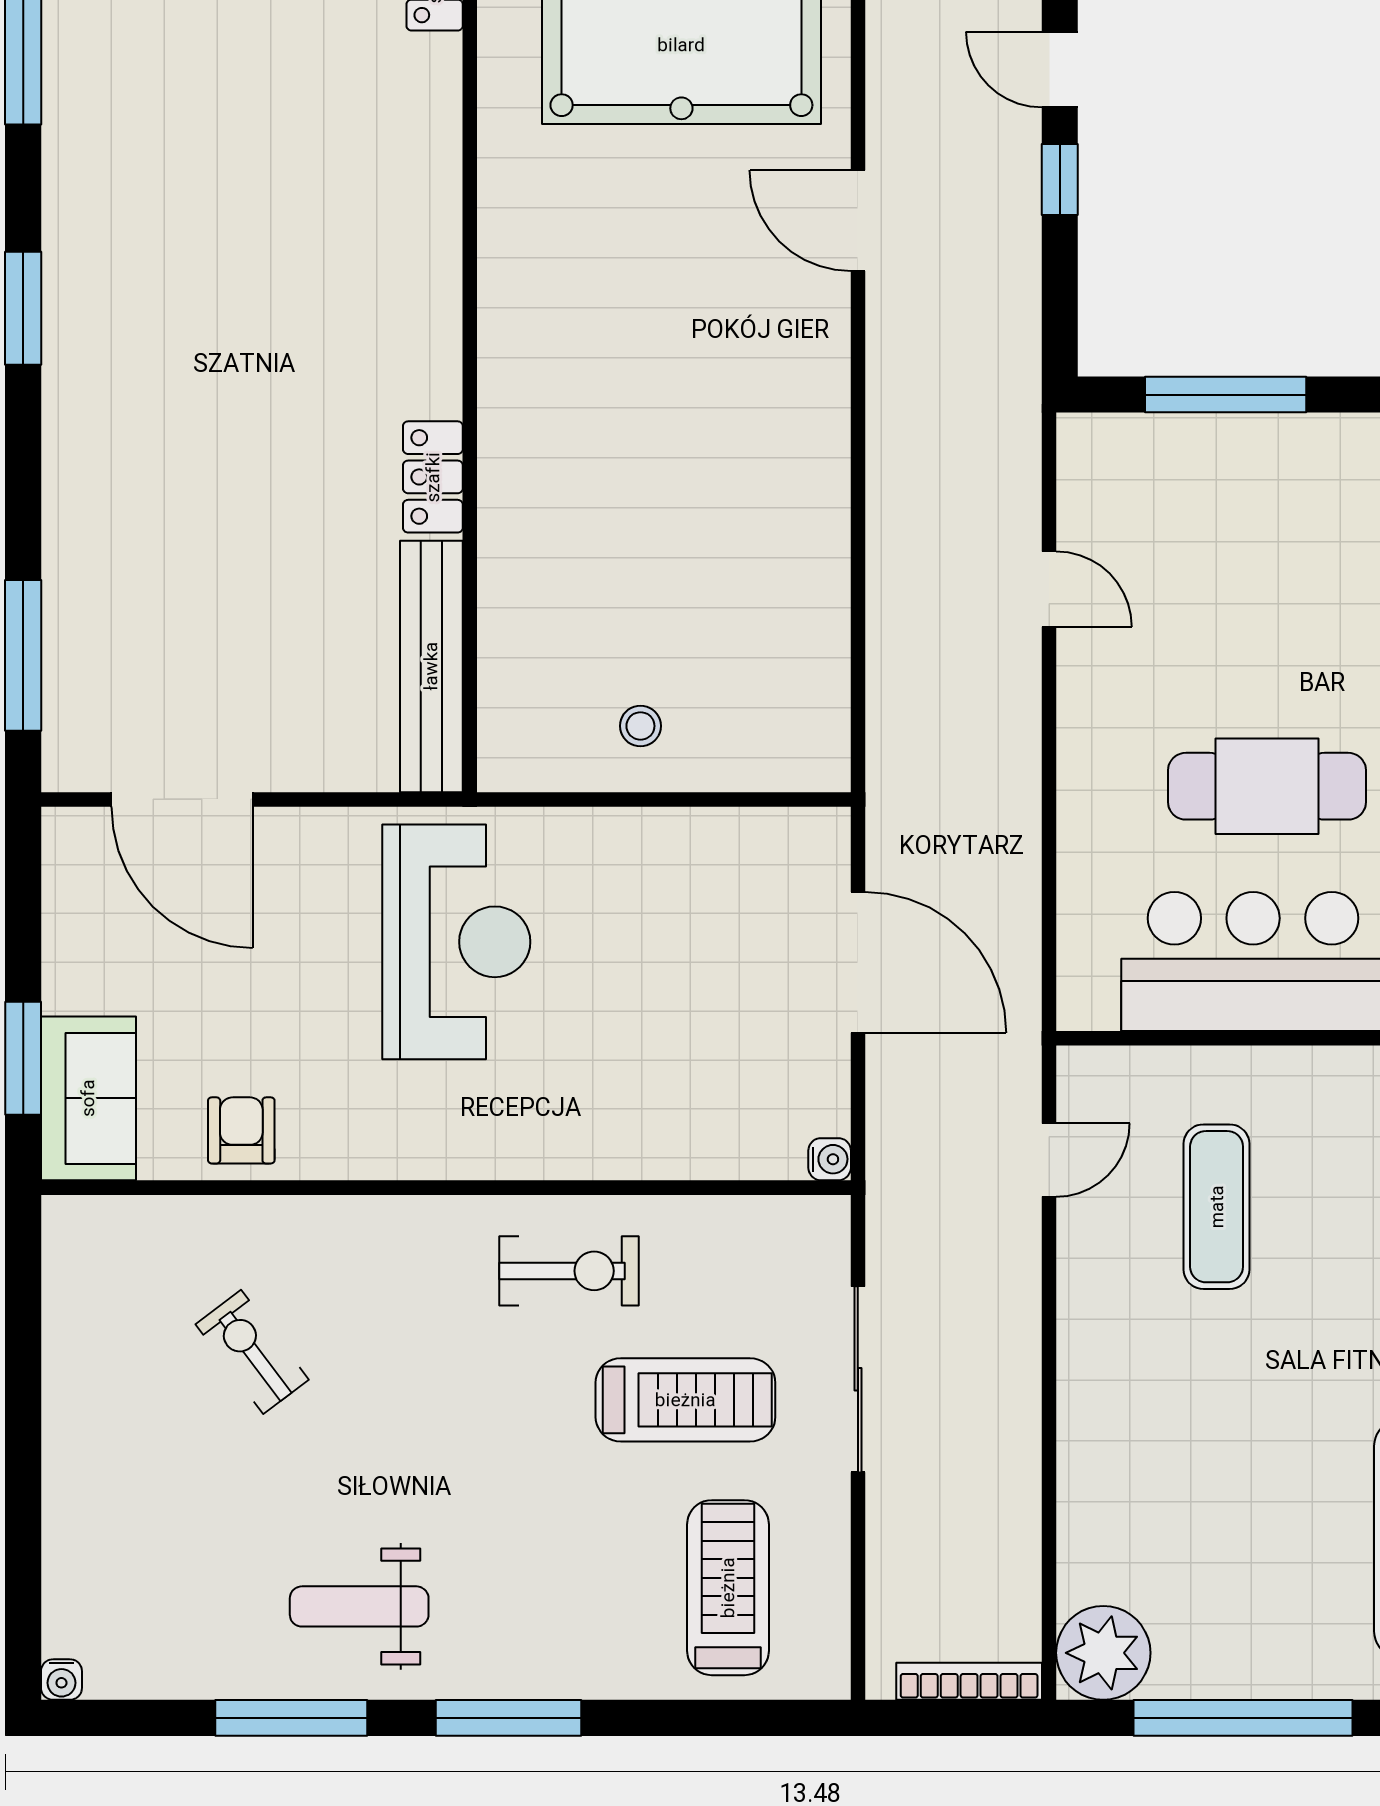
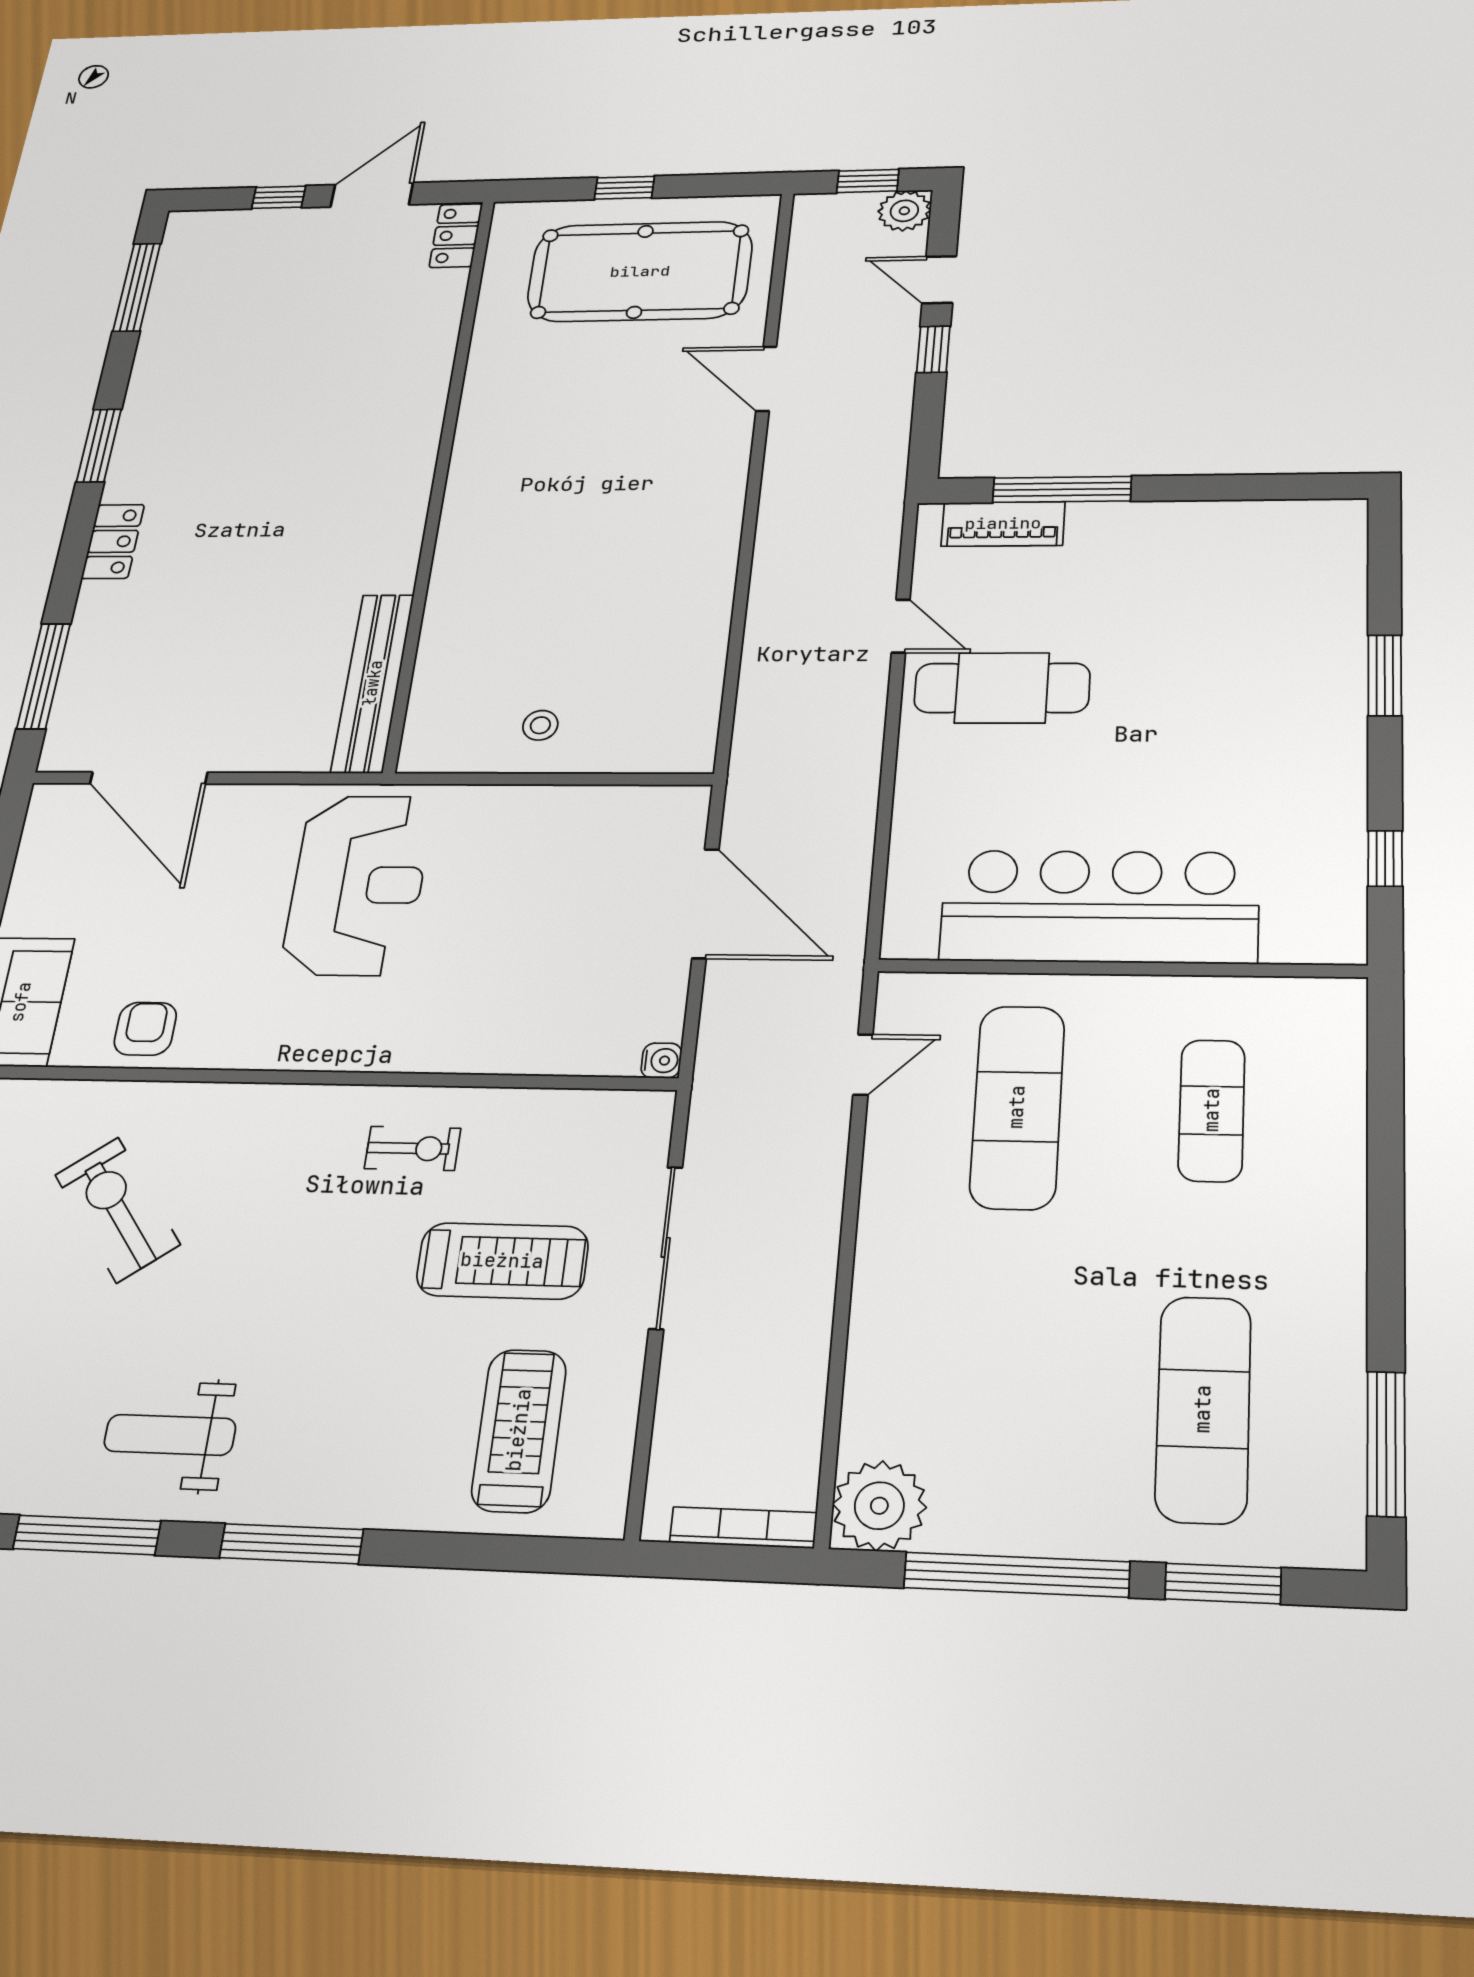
piano: (1159, 444) -> (1003, 524), added
locker: (433, 477) -> (113, 541), moved, turned 180
cafe table: (1267, 786) -> (1002, 688), moved
exercise mat: (1217, 1207) -> (1017, 1107), width x1.36, depth x1.45
exercise bike: (569, 1271) -> (413, 1148), width x0.73, depth x0.72
exercise bike: (252, 1352) -> (117, 1210), width x1.38, depth x1.39

